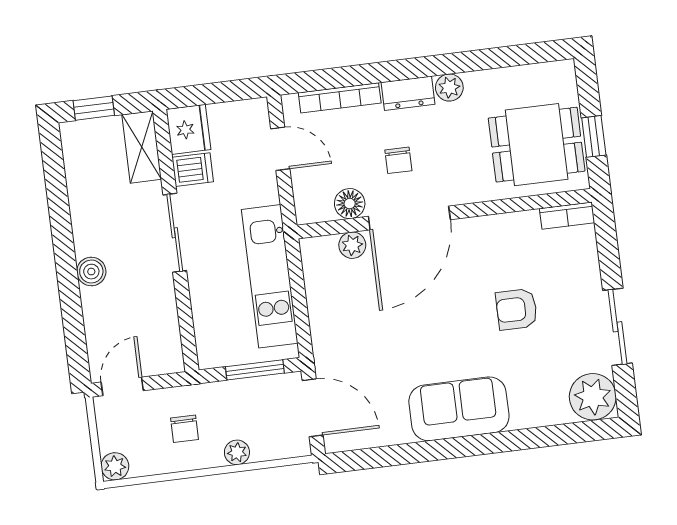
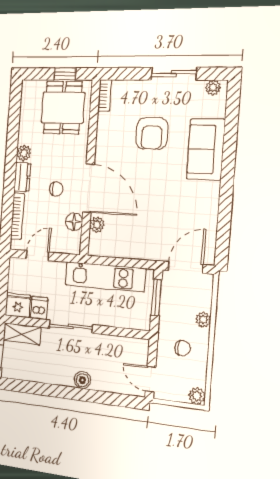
armchair: (517, 309) -> (152, 133), width x1.38, depth x1.38
plant: (593, 397) -> (213, 88), width x0.53, depth x0.53
sofa: (459, 409) -> (206, 149), moved

